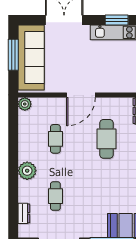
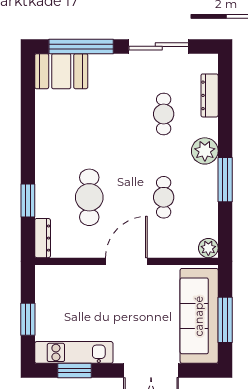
window: (13, 151) -> (225, 180), added
dresser: (24, 213) -> (210, 95), width x1.44

